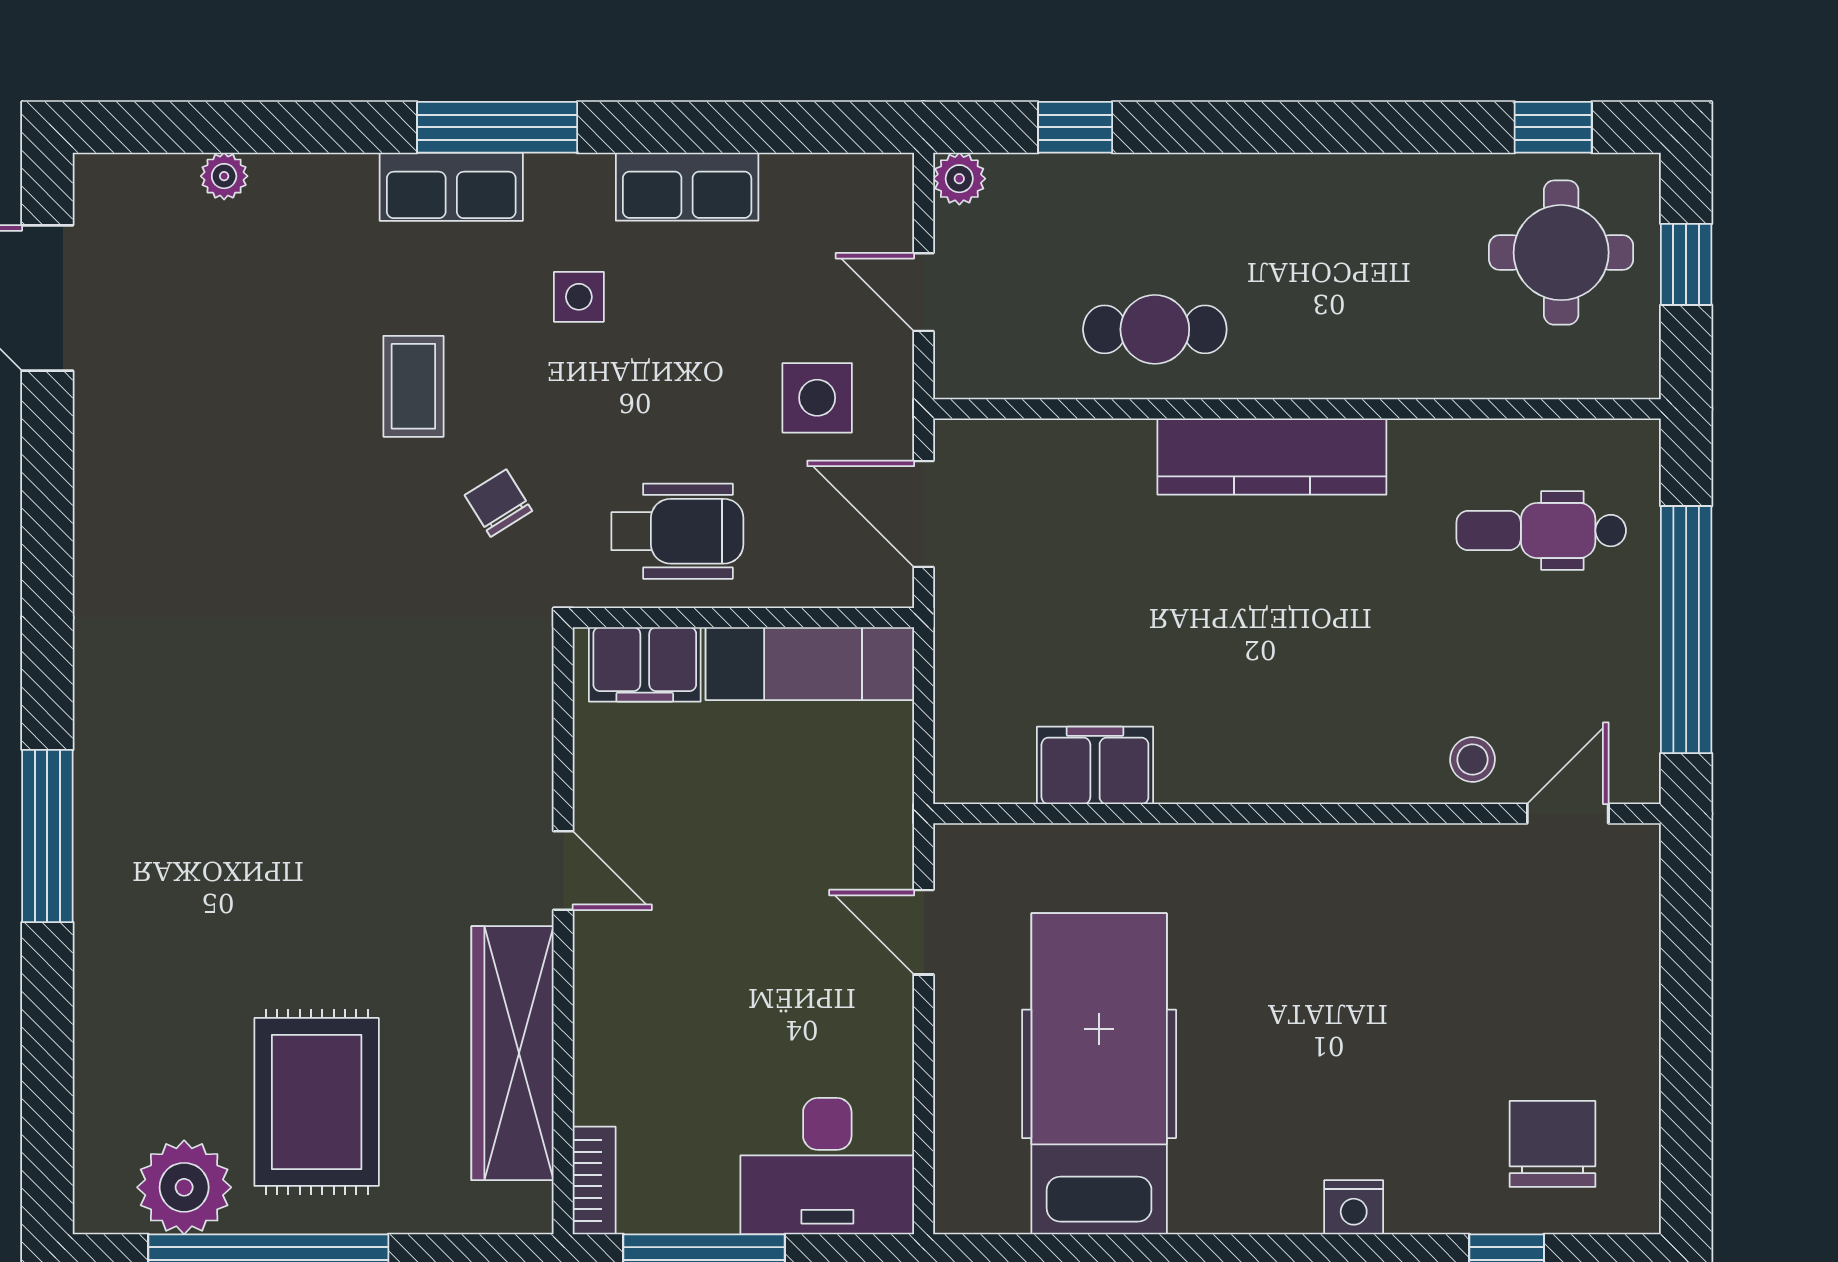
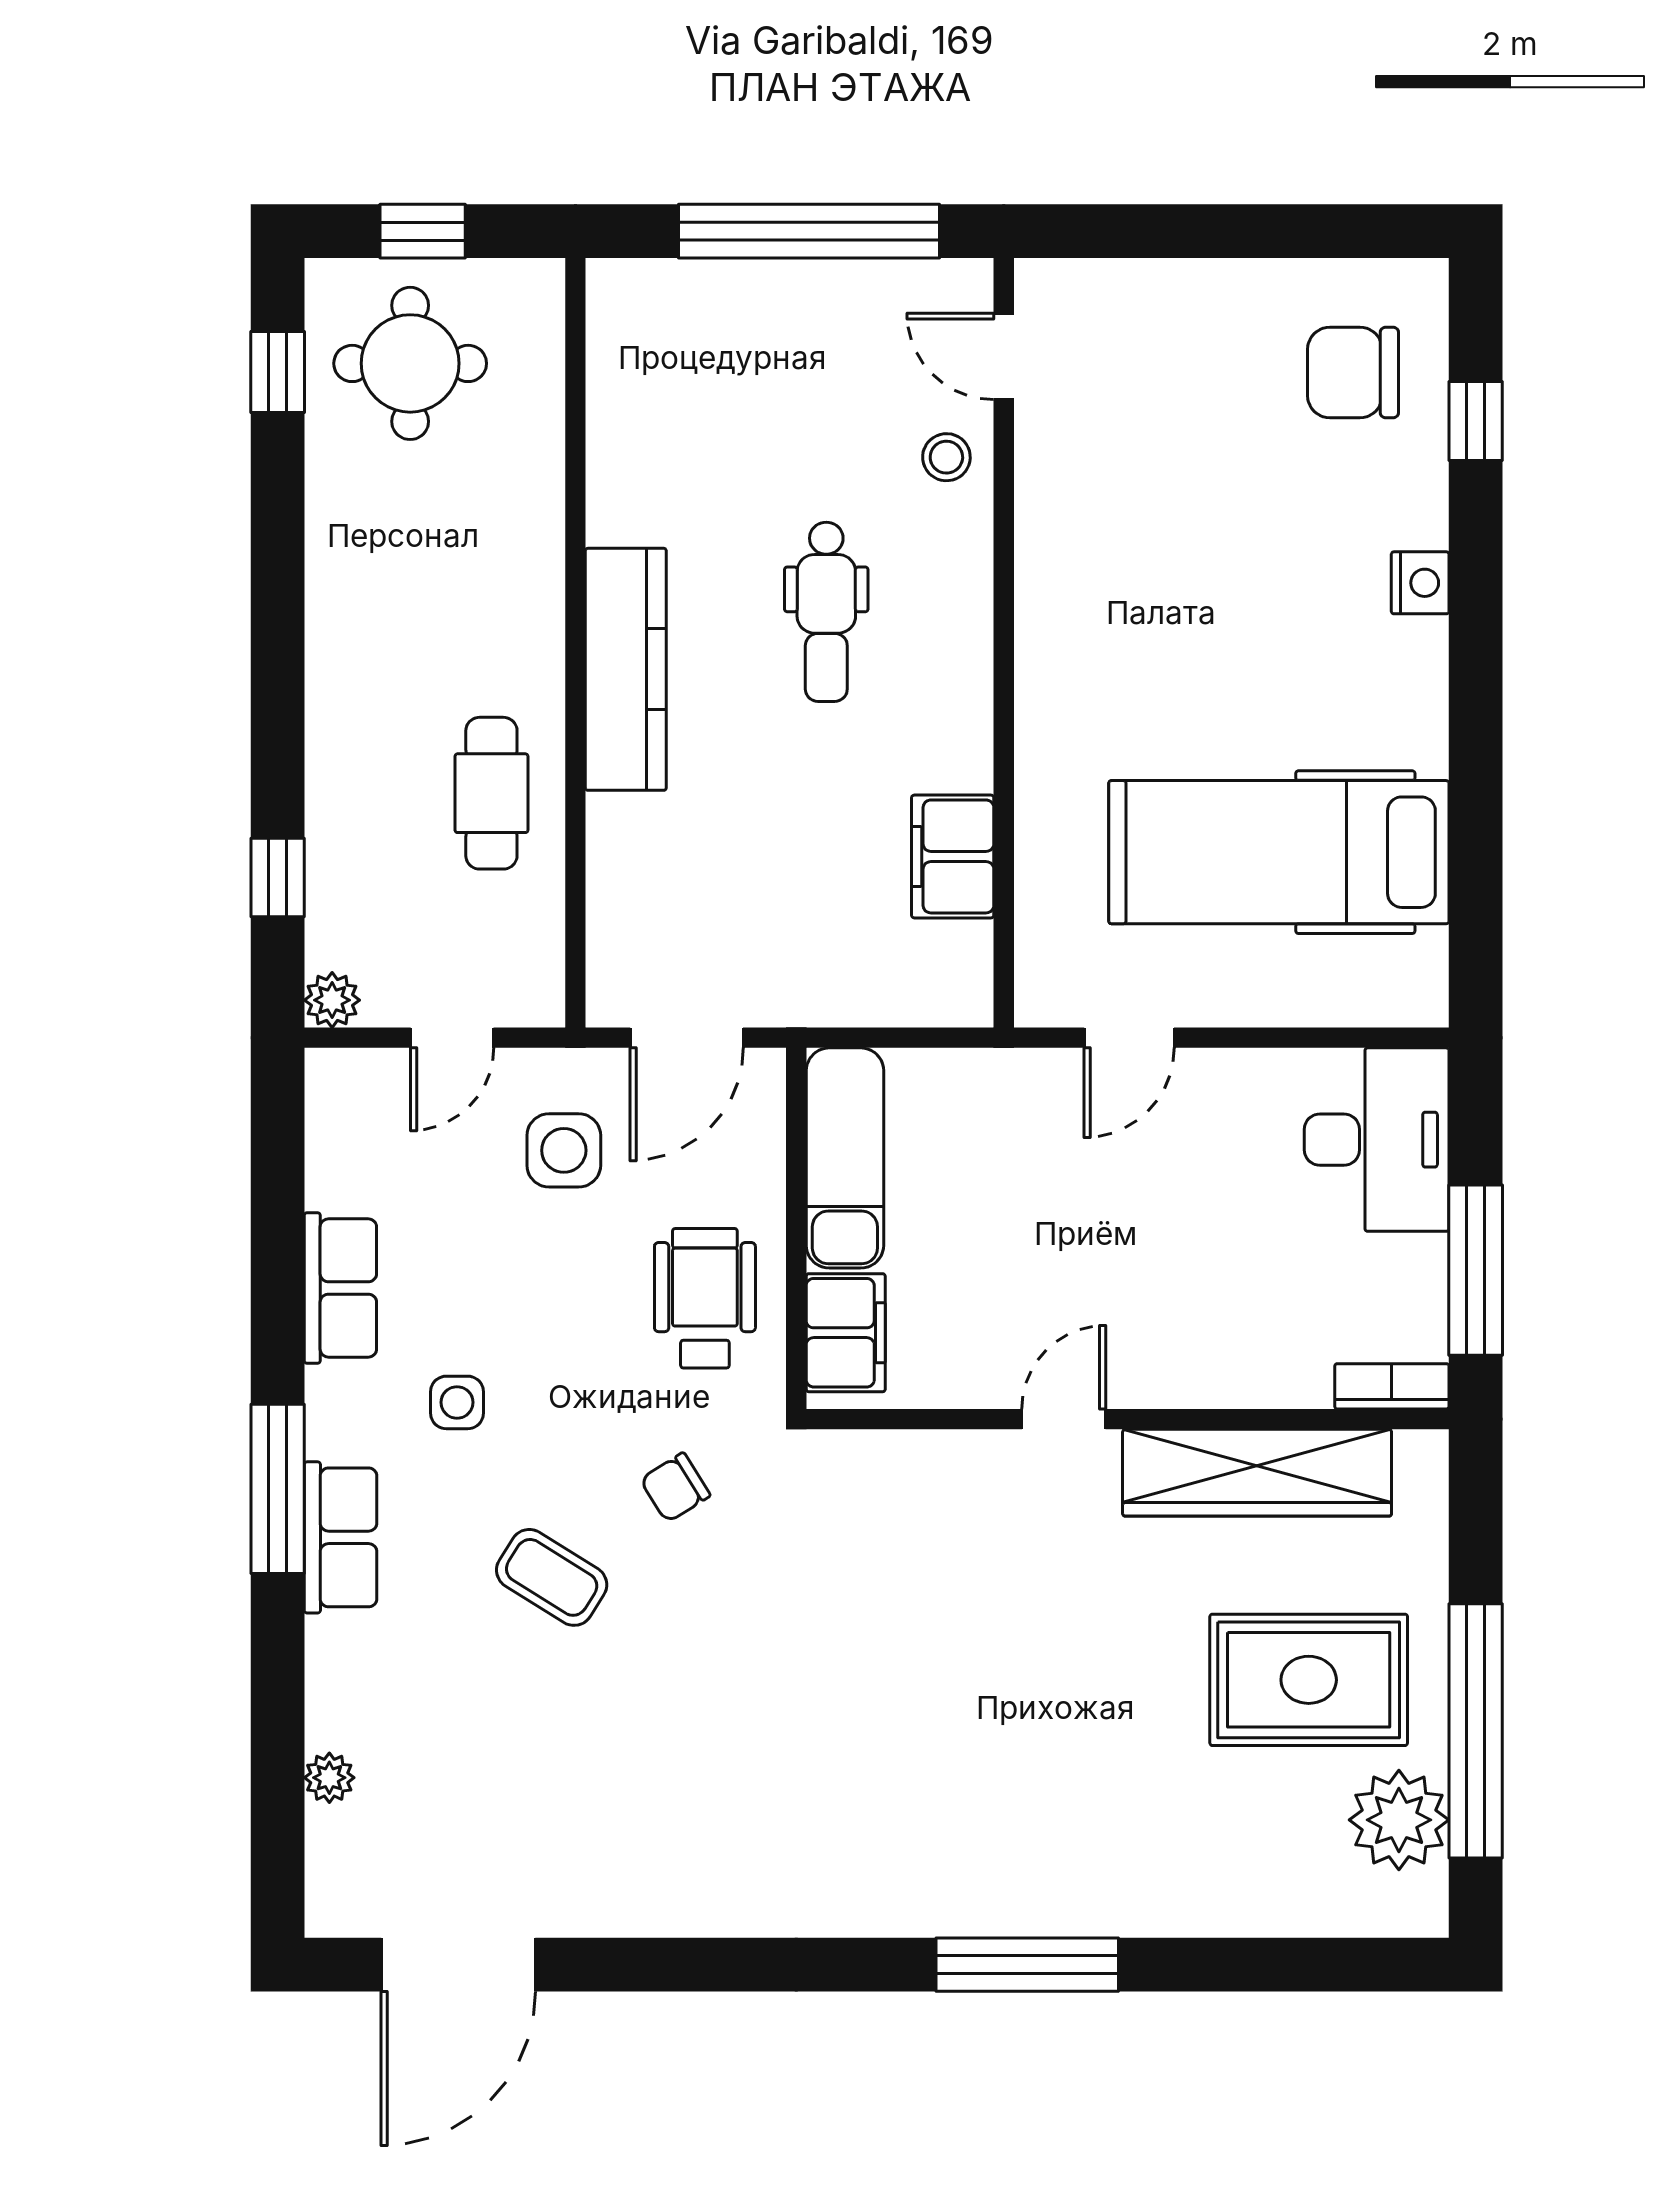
coffee table: (413, 386) -> (552, 1577), turned 32
dental chair: (1541, 531) -> (826, 612), moved

